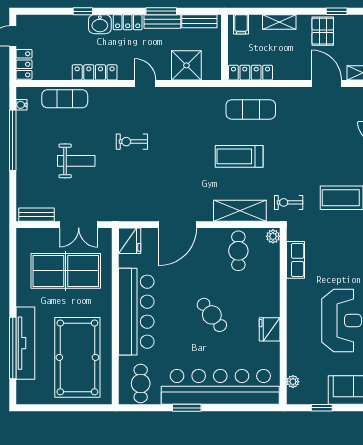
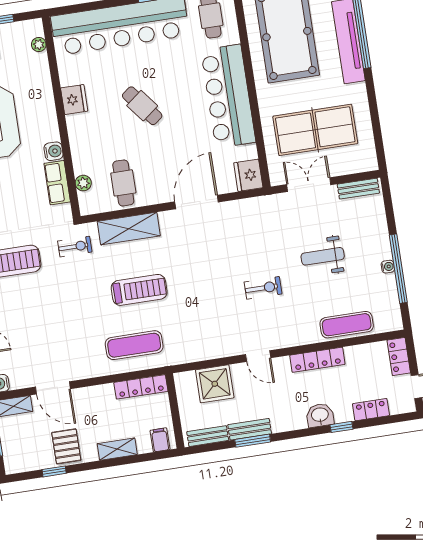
locker: (128, 22) -> (371, 410), moved
water cooler: (21, 105) -> (388, 267), moved
plant: (273, 236) -> (83, 183), moved
water cooler: (294, 288) -> (54, 151), added

